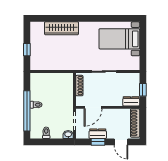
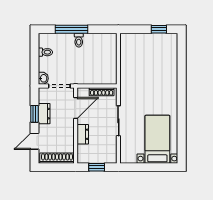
wardrobe: (61, 28) -> (170, 70), removed
window: (27, 50) -> (159, 29), moved
dresser: (131, 101) -> (83, 134), moved
door: (93, 107) -> (76, 108), swing flipped
window: (27, 111) -> (72, 29), width x0.68

